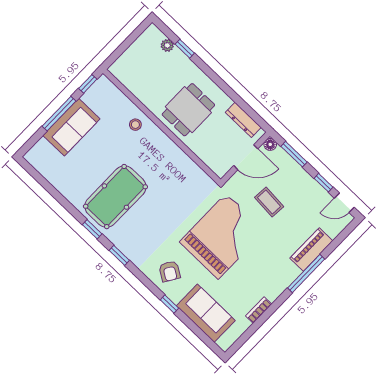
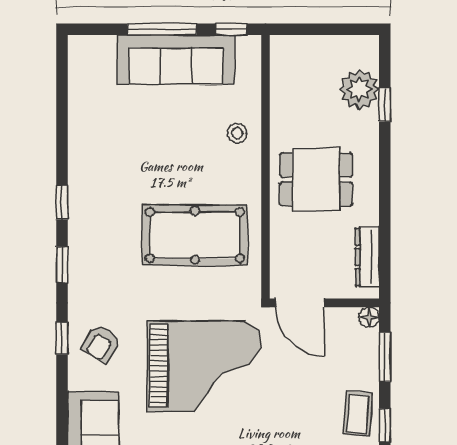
plant: (167, 45) -> (359, 89), width x1.88, depth x1.88
sofa: (71, 127) -> (176, 60), width x1.36
door: (246, 157) -> (300, 303), moved
pool table: (115, 197) -> (195, 235), moved
coffee table: (269, 202) -> (358, 414), moved
window: (169, 304) -> (62, 339), moved

